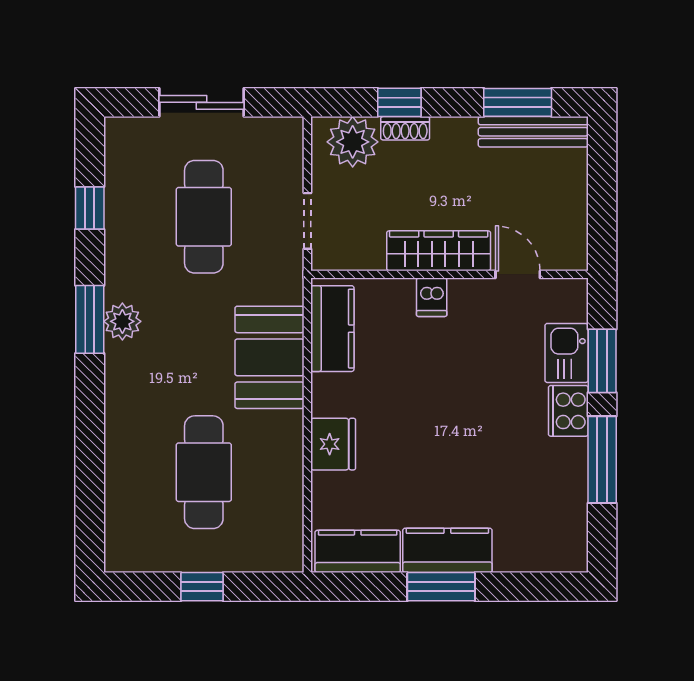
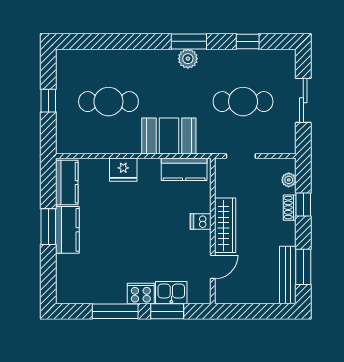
plant: (353, 142) -> (289, 180), width x0.53, depth x0.53

